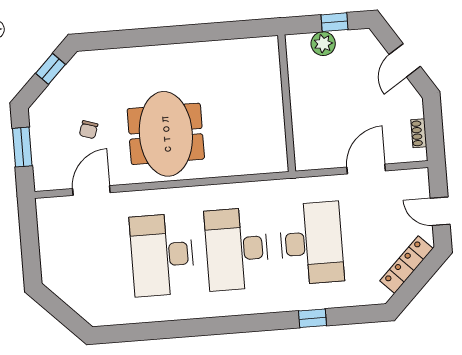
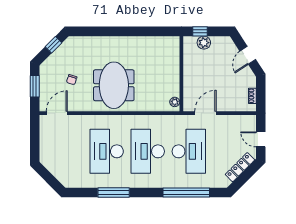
window: (334, 22) -> (200, 31), moved
plant: (279, 155) -> (175, 102), added
door: (366, 169) -> (205, 113), moved
door: (91, 191) -> (57, 113), moved
window: (313, 318) -> (186, 192), width x3.17
window: (181, 329) -> (114, 192), added

